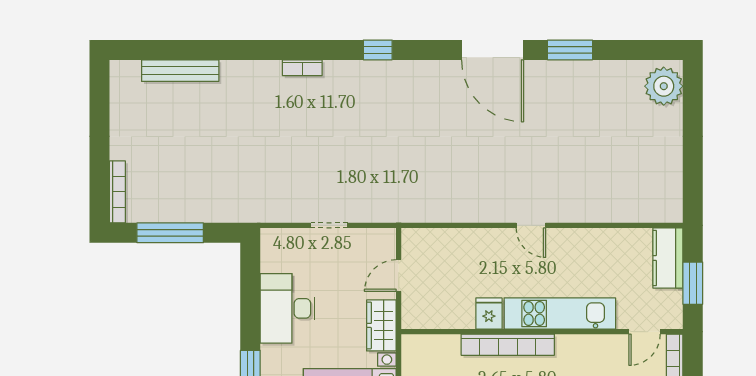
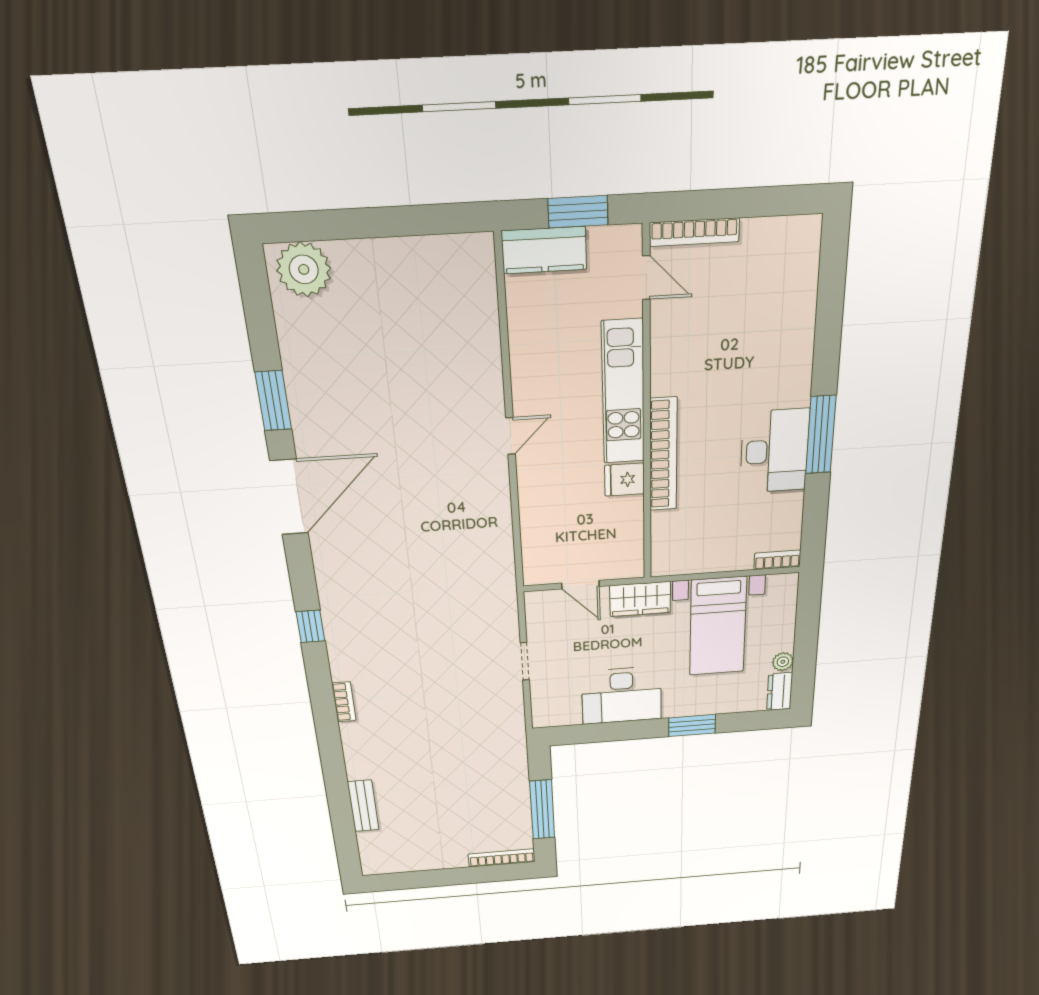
bench: (180, 71) -> (363, 806), width x0.73

